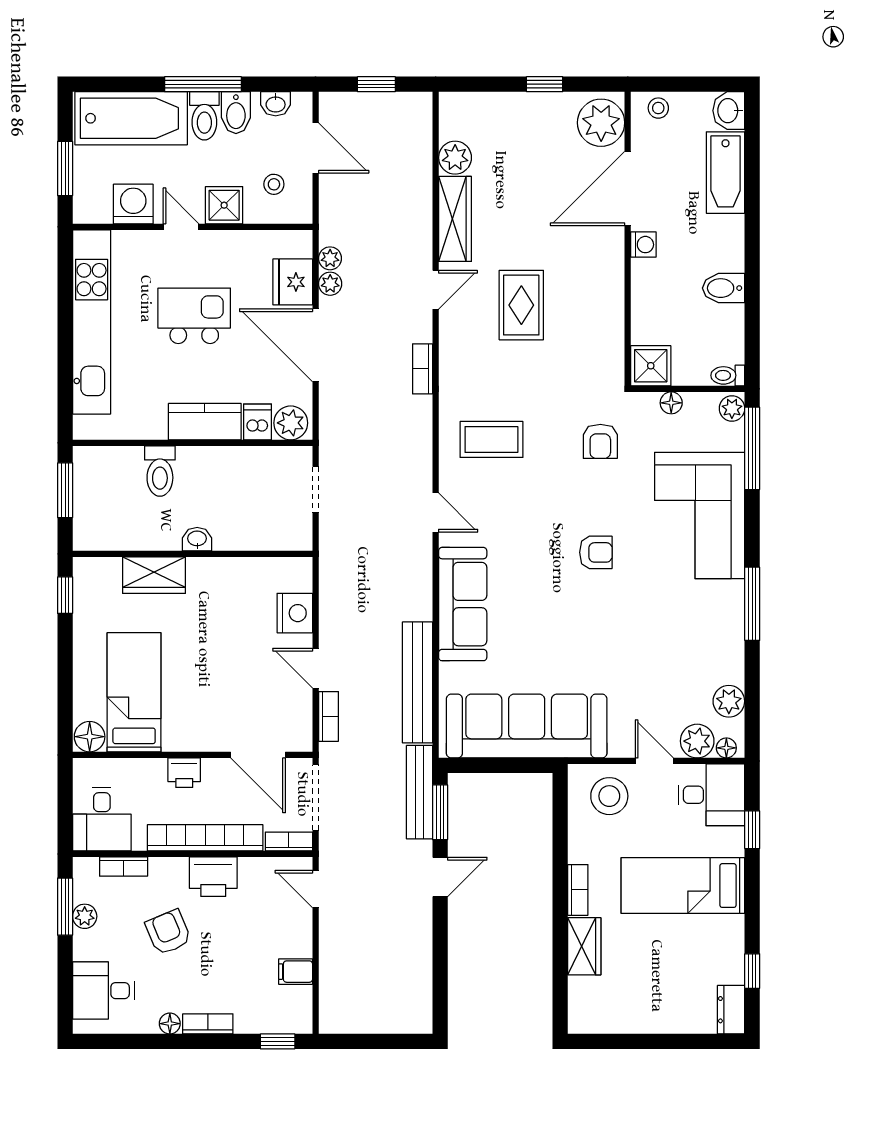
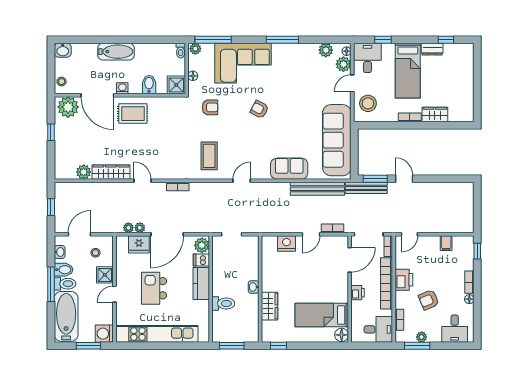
bathtub: (725, 173) -> (116, 52), moved
washing machine: (133, 204) -> (104, 334), moved
bidet: (724, 288) -> (149, 84), moved, turned 180
rug: (521, 305) -> (133, 114), moved
armchair: (596, 552) -> (259, 109), turned -62
sofa: (463, 604) -> (289, 169), width x0.73
dresser: (731, 1010) -> (432, 49), moved

